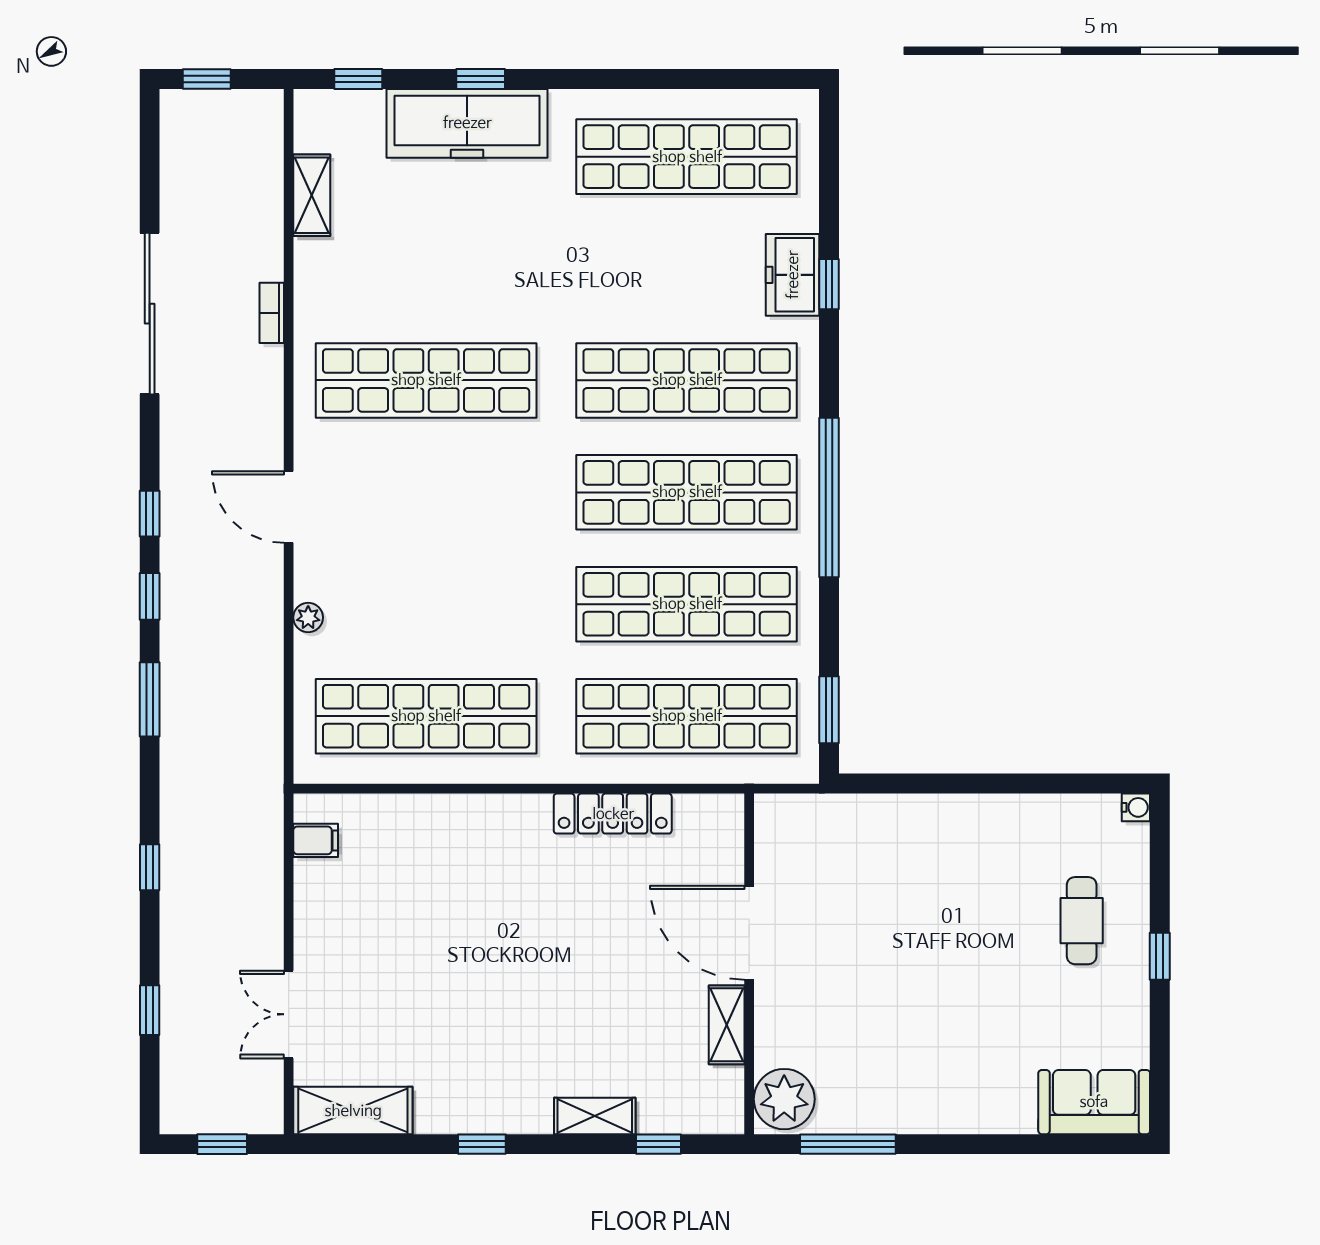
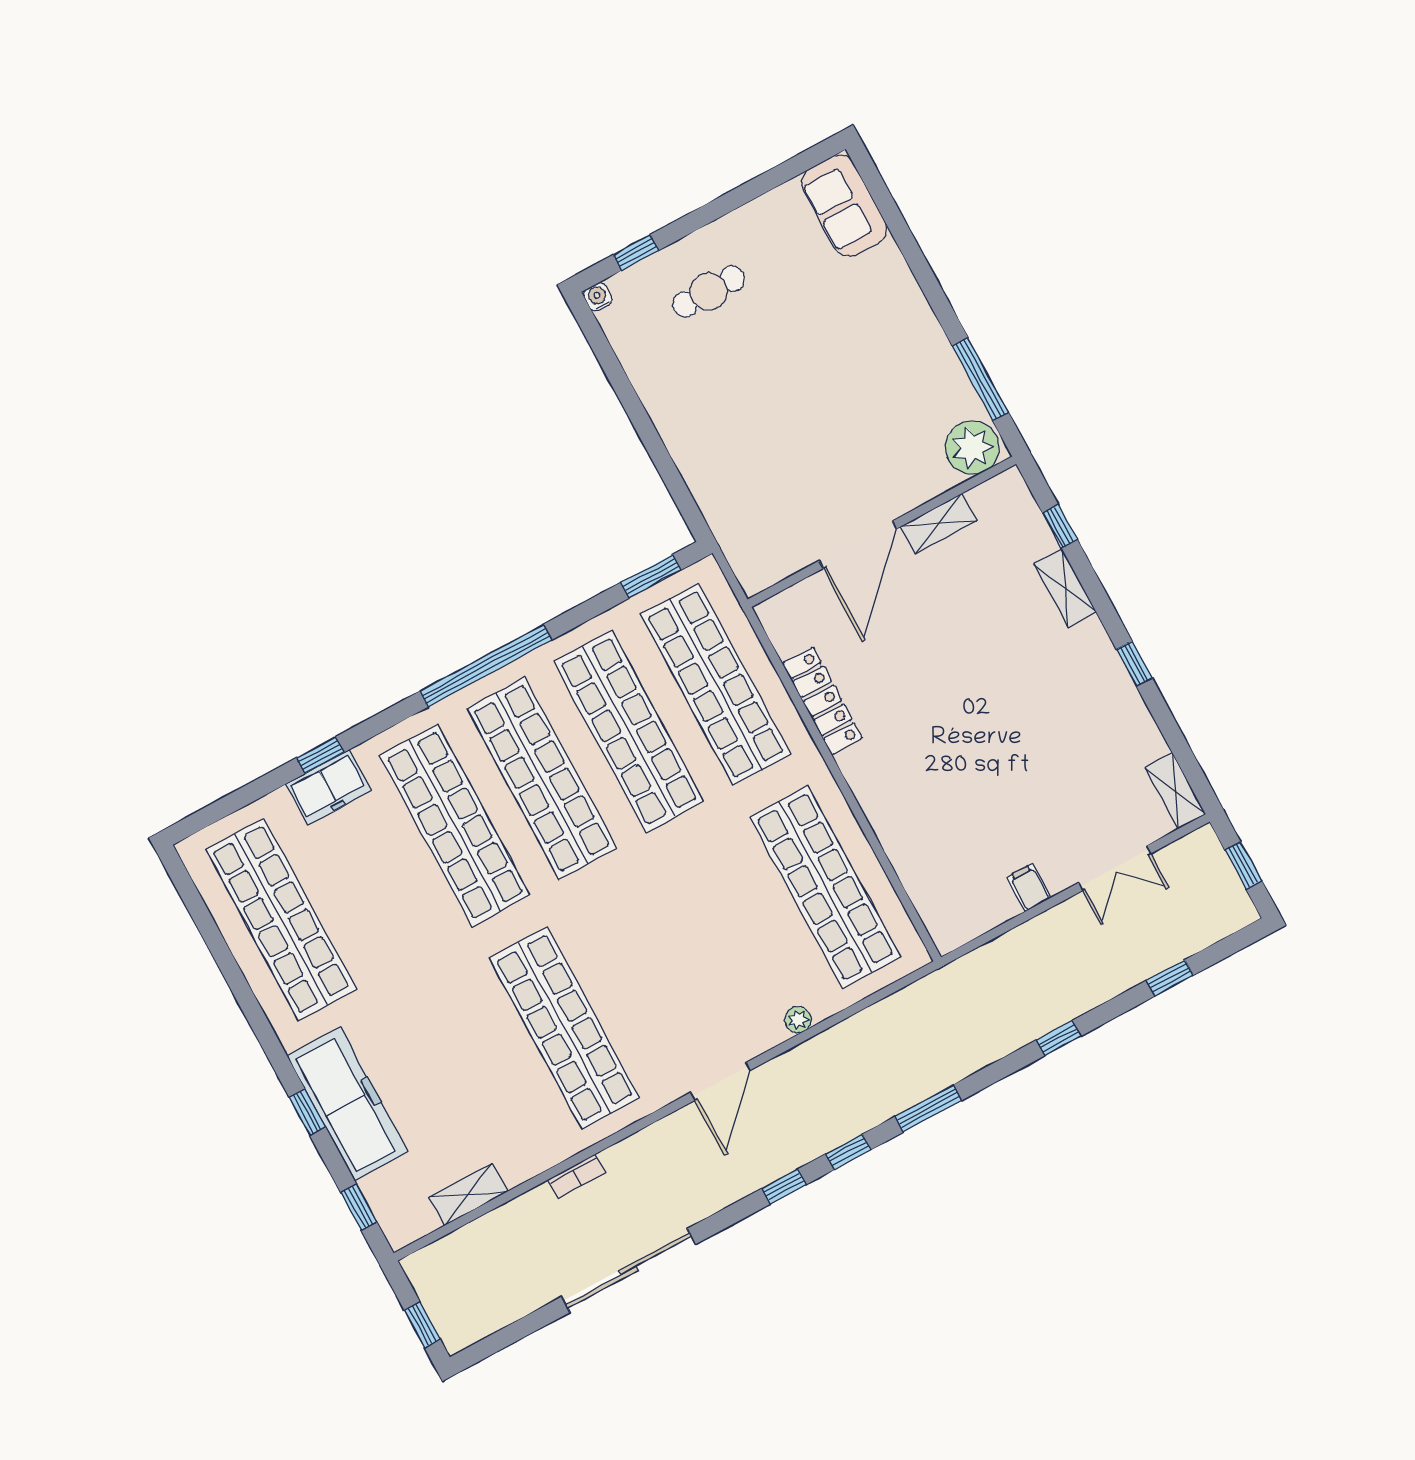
filing cabinet: (316, 840) -> (1029, 887), moved
window: (1160, 956) -> (636, 253), moved
shelving: (353, 1111) -> (1175, 791), width x0.67, depth x0.75

